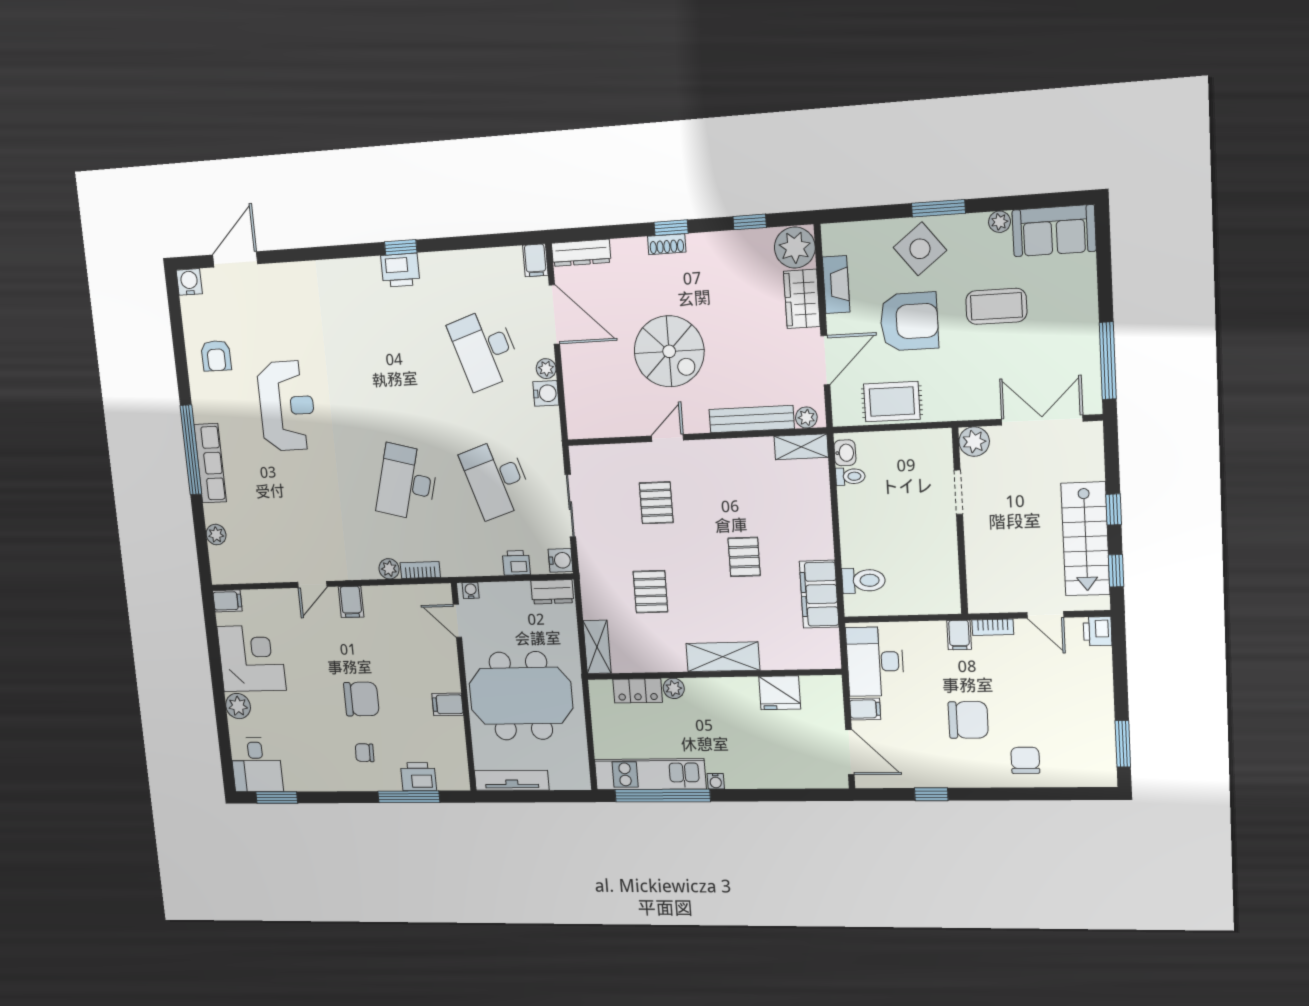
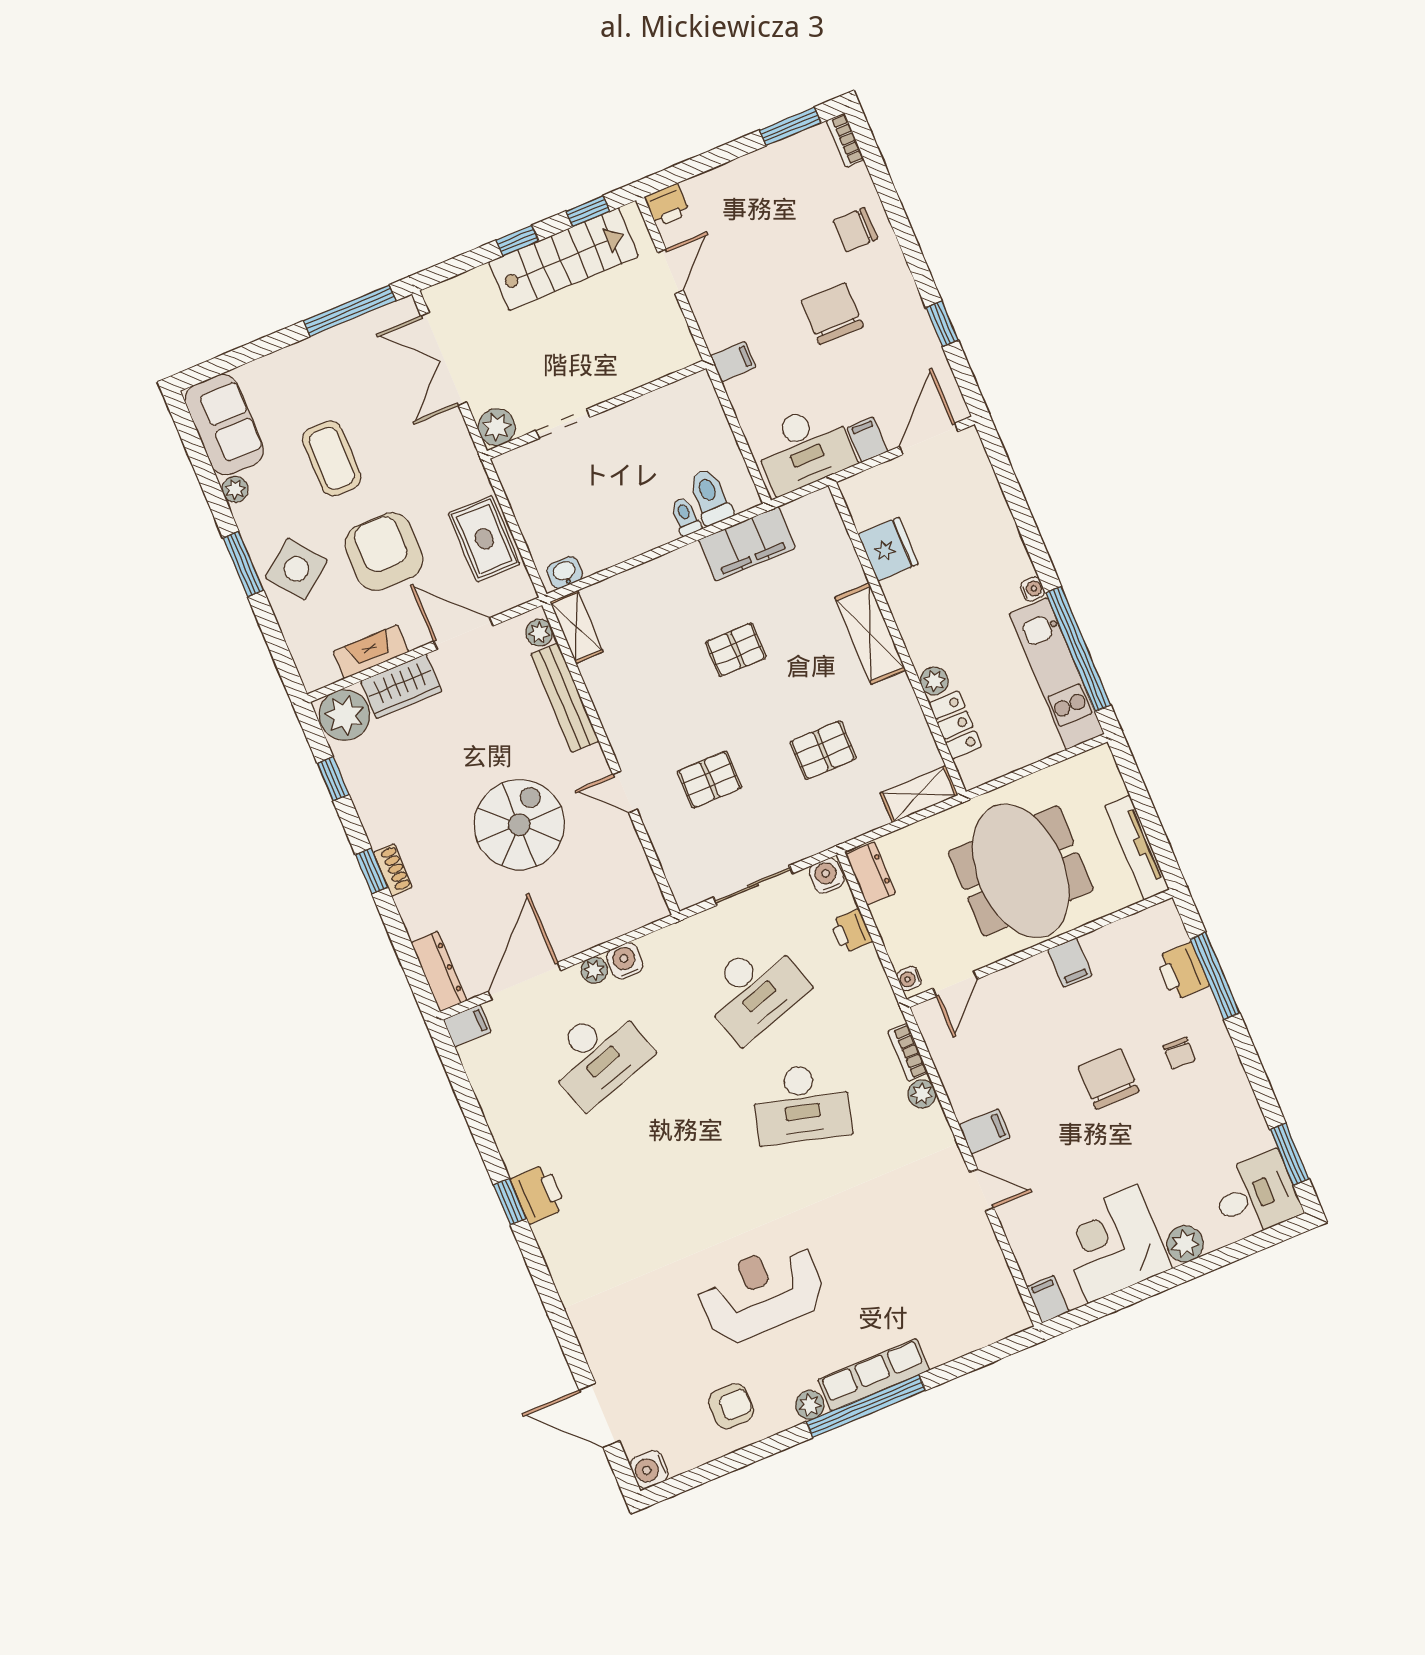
toilet: (850, 476) -> (686, 516), moved
plant: (216, 535) -> (810, 1405), moved
bookcase: (993, 627) -> (845, 140), moved, turned 180

